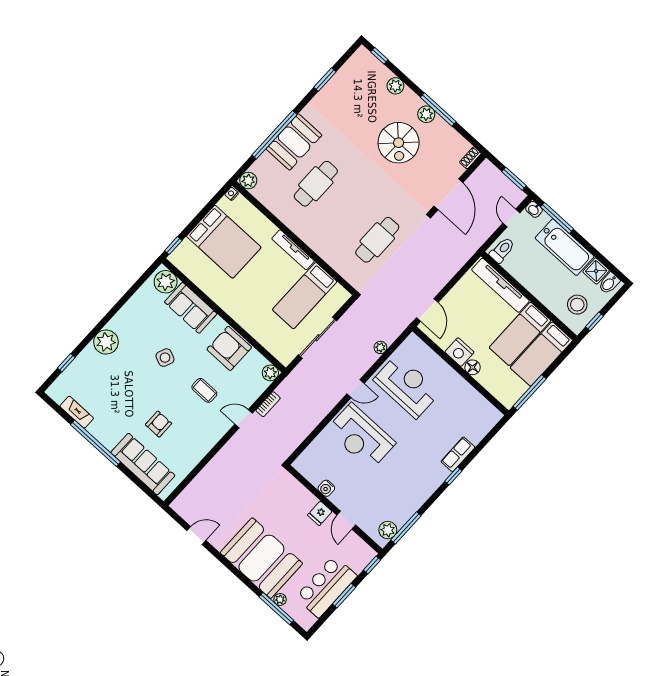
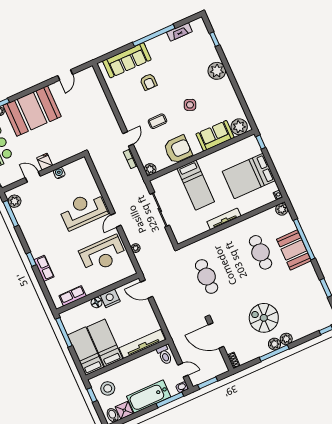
plant: (395, 86) -> (286, 339), moved
bed: (305, 296) -> (196, 185), moved, turned 180
row of seats: (478, 402) -> (73, 296), added

